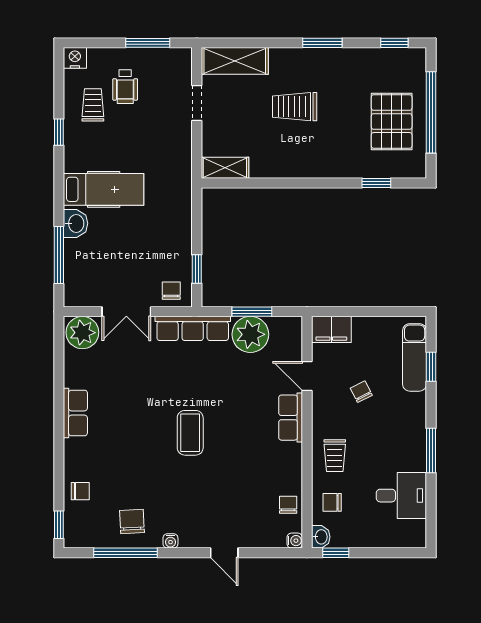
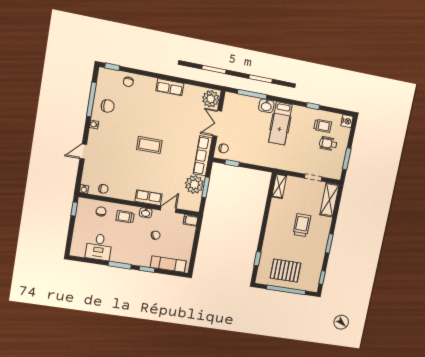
filing cabinet: (331, 329) -> (191, 220), width x0.50
window: (431, 367) -> (147, 269), moved
washbasin: (321, 537) -> (146, 213), moved

